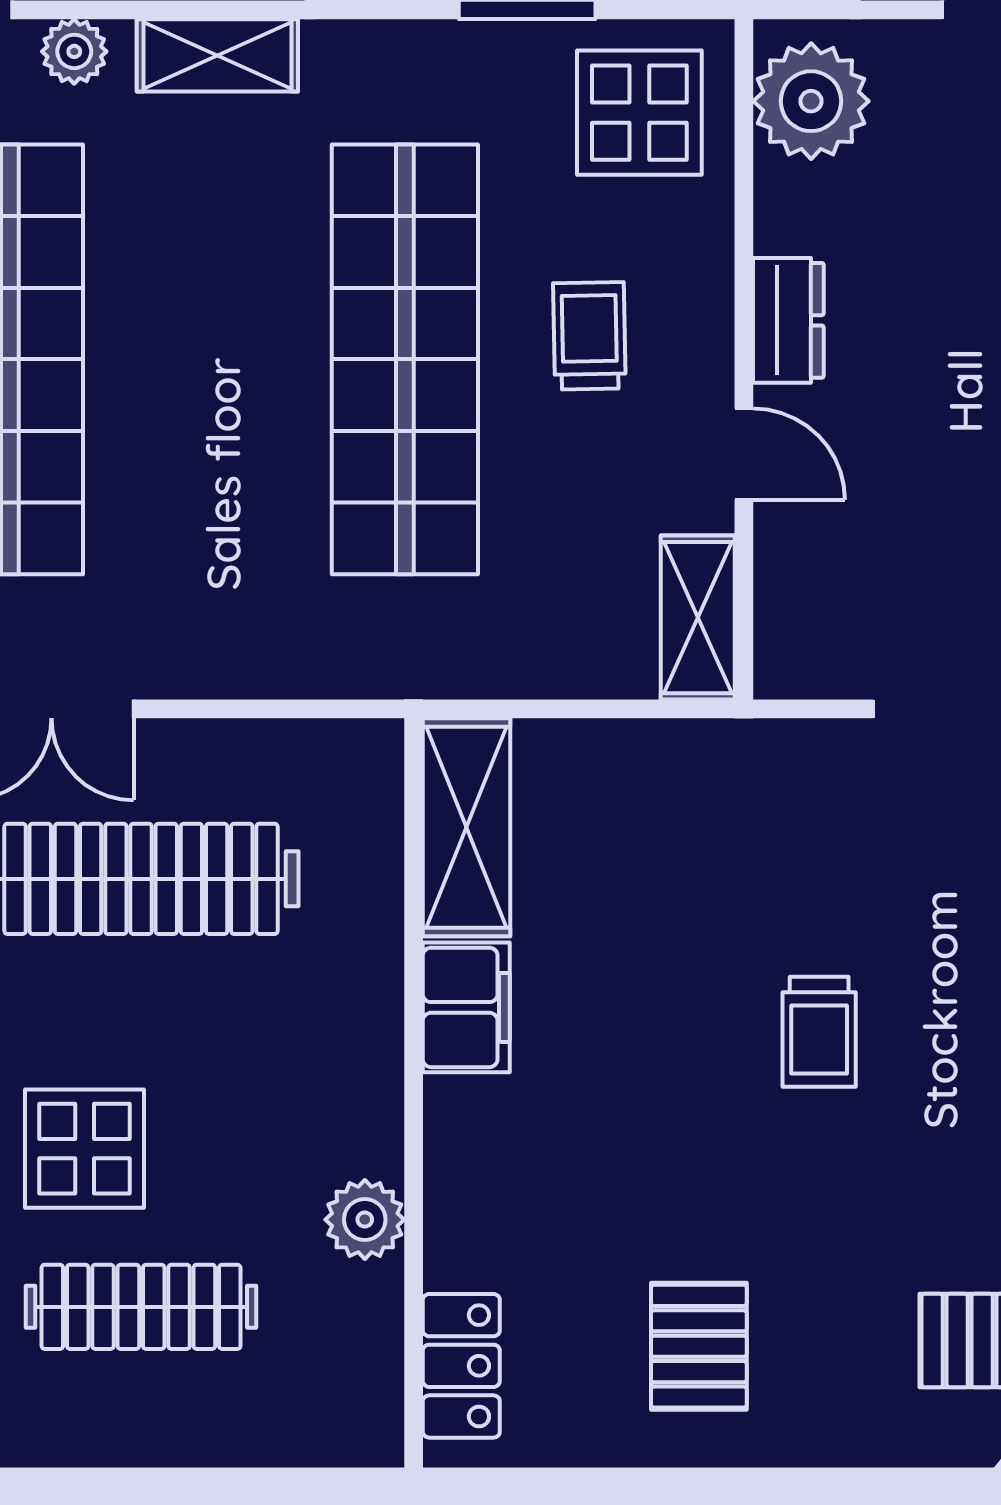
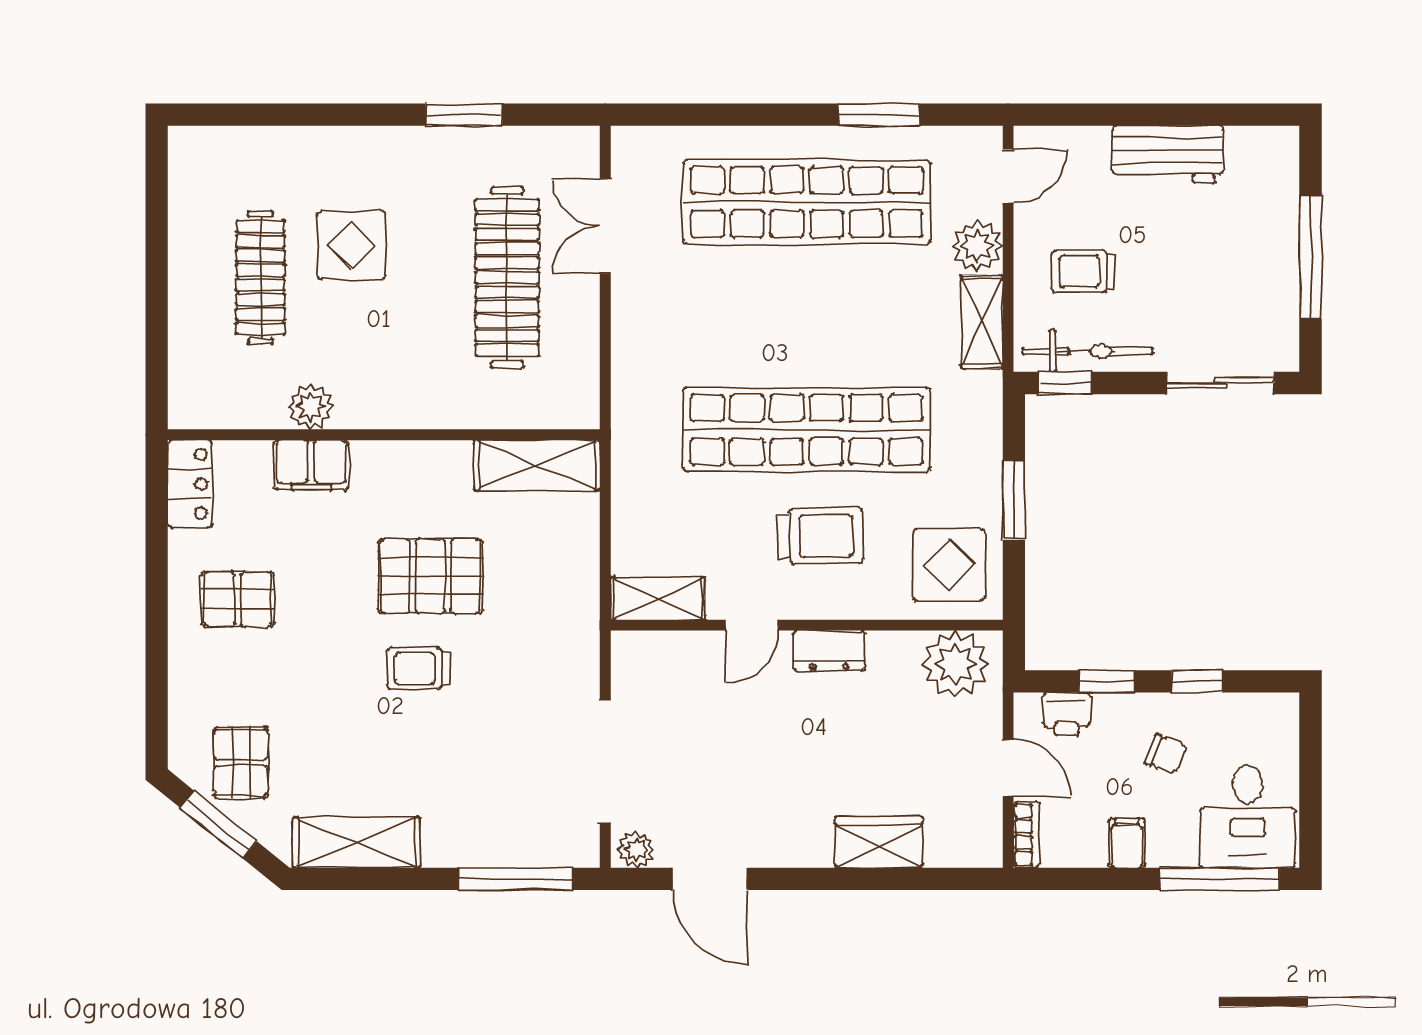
plant: (74, 51) -> (977, 246), width x1.38, depth x1.38
trolley: (589, 336) -> (820, 536), width x1.36, depth x1.39
filing cabinet: (466, 1007) -> (311, 465), moved
pallet: (659, 1012) -> (430, 576), added
locker: (461, 1366) -> (190, 484), moved, turned -90

